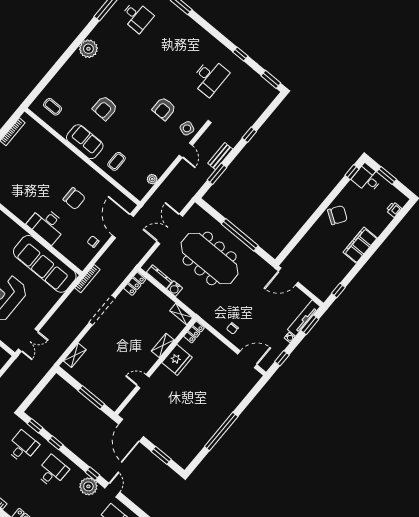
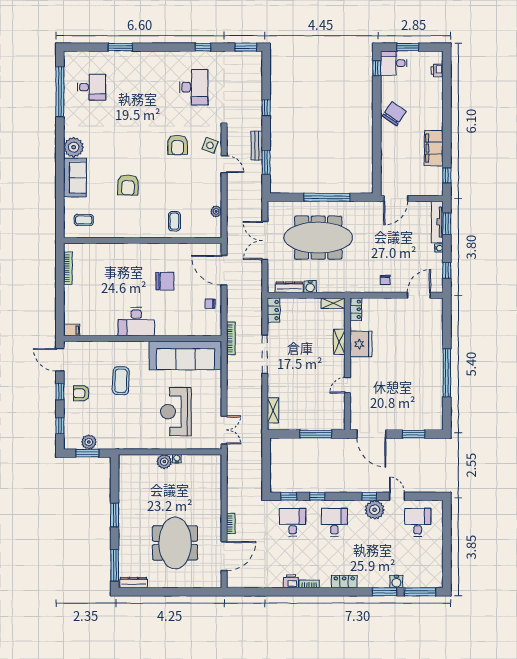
sofa: (85, 142) -> (75, 178), moved, turned 90
desk: (47, 225) -> (136, 322), moved
filing cabinet: (360, 245) -> (434, 148), moved

